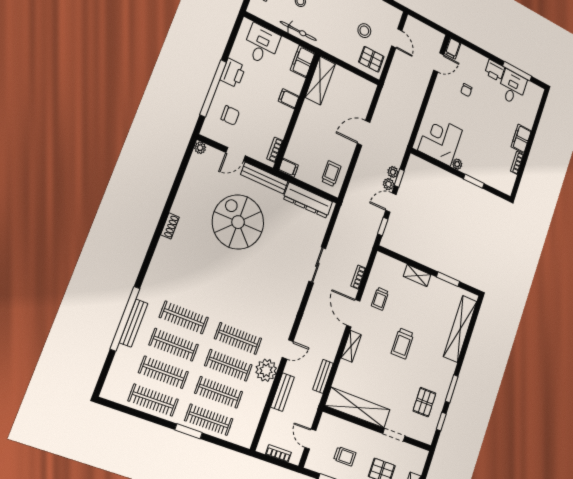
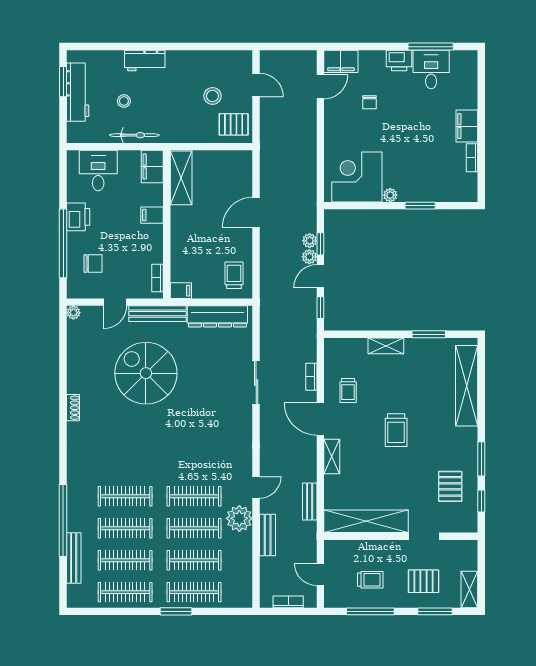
filing cabinet: (453, 48) -> (341, 61), width x2.00
bench: (134, 323) -> (74, 558), moved

